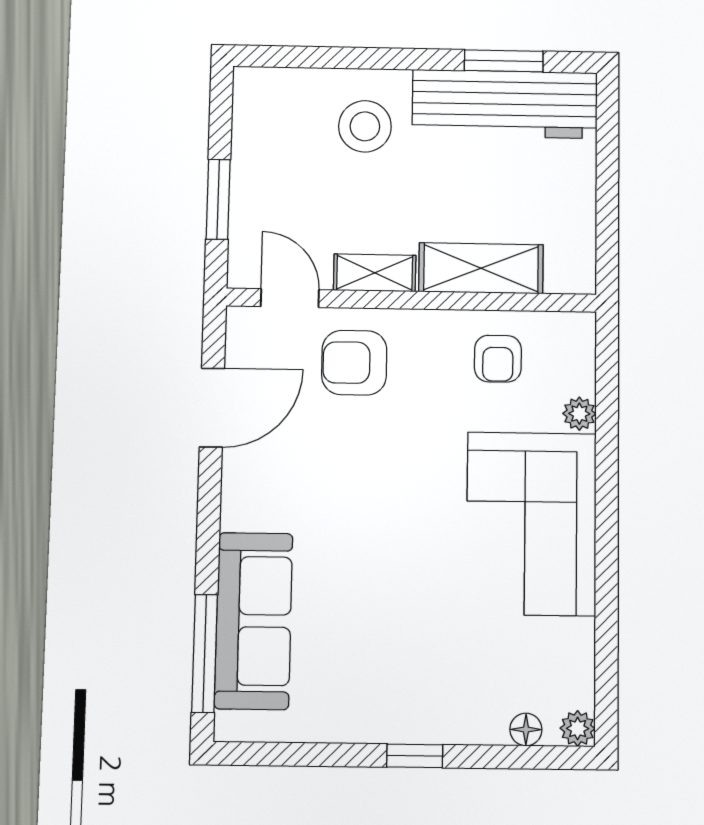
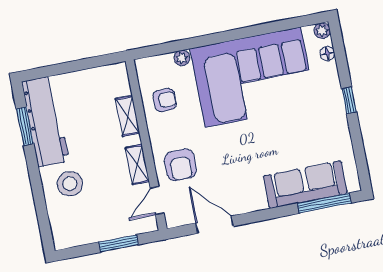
shelving: (481, 268) -> (128, 116), width x0.67, depth x0.75
corner sofa: (531, 524) -> (253, 77), width x1.36, depth x1.36

